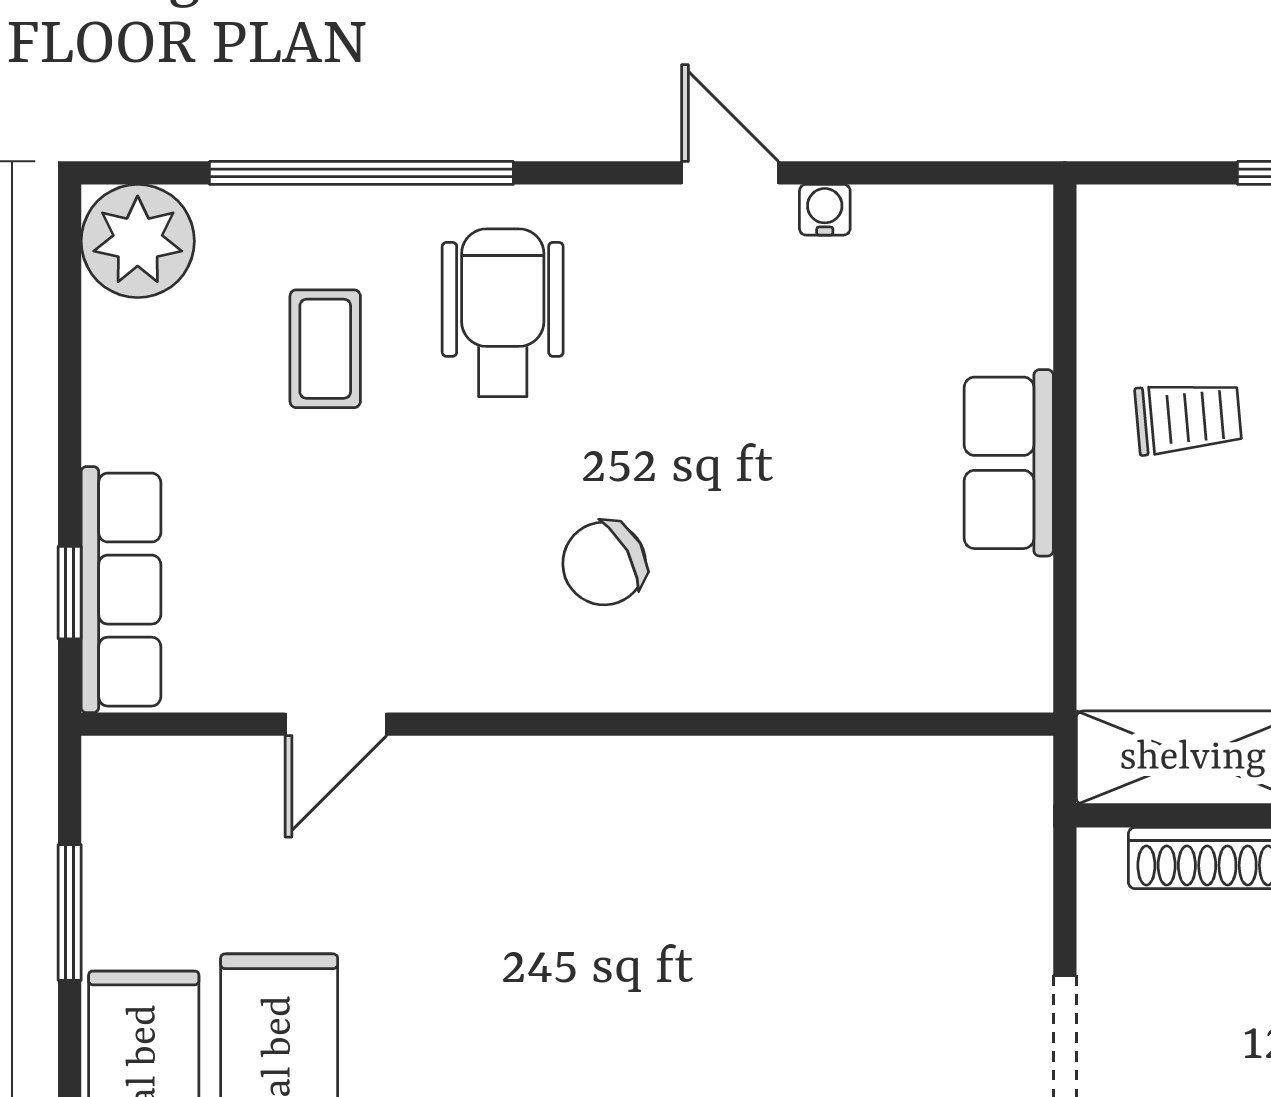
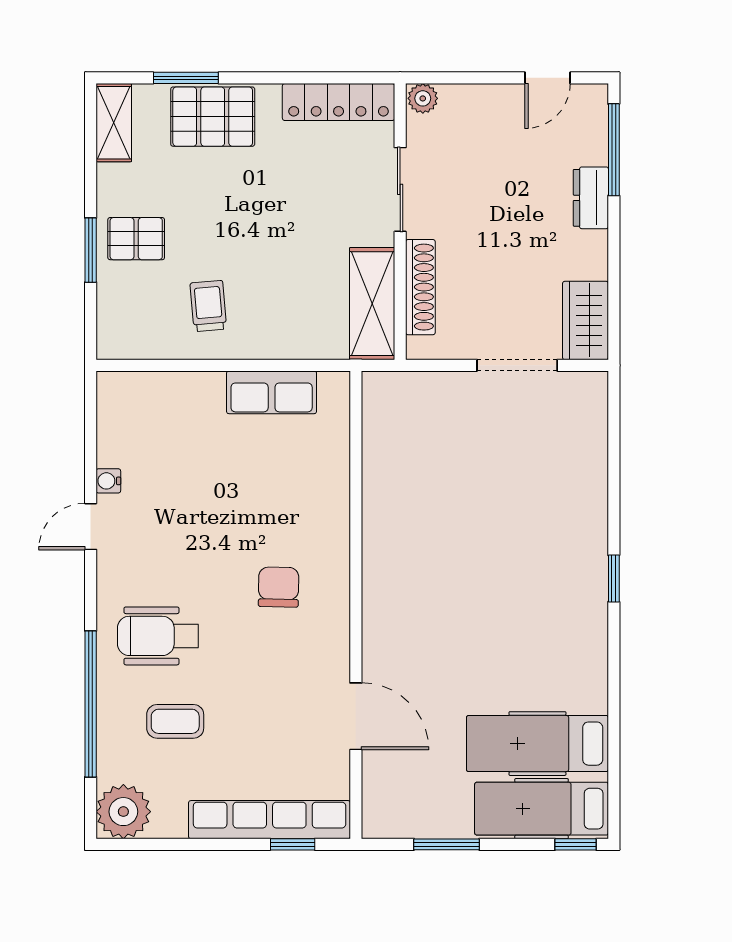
row of seats: (1009, 463) -> (272, 392), moved
chair: (604, 563) -> (279, 587), turned -150
row of seats: (121, 590) -> (270, 820), width x1.36
door: (336, 724) -> (356, 716), width x1.37

